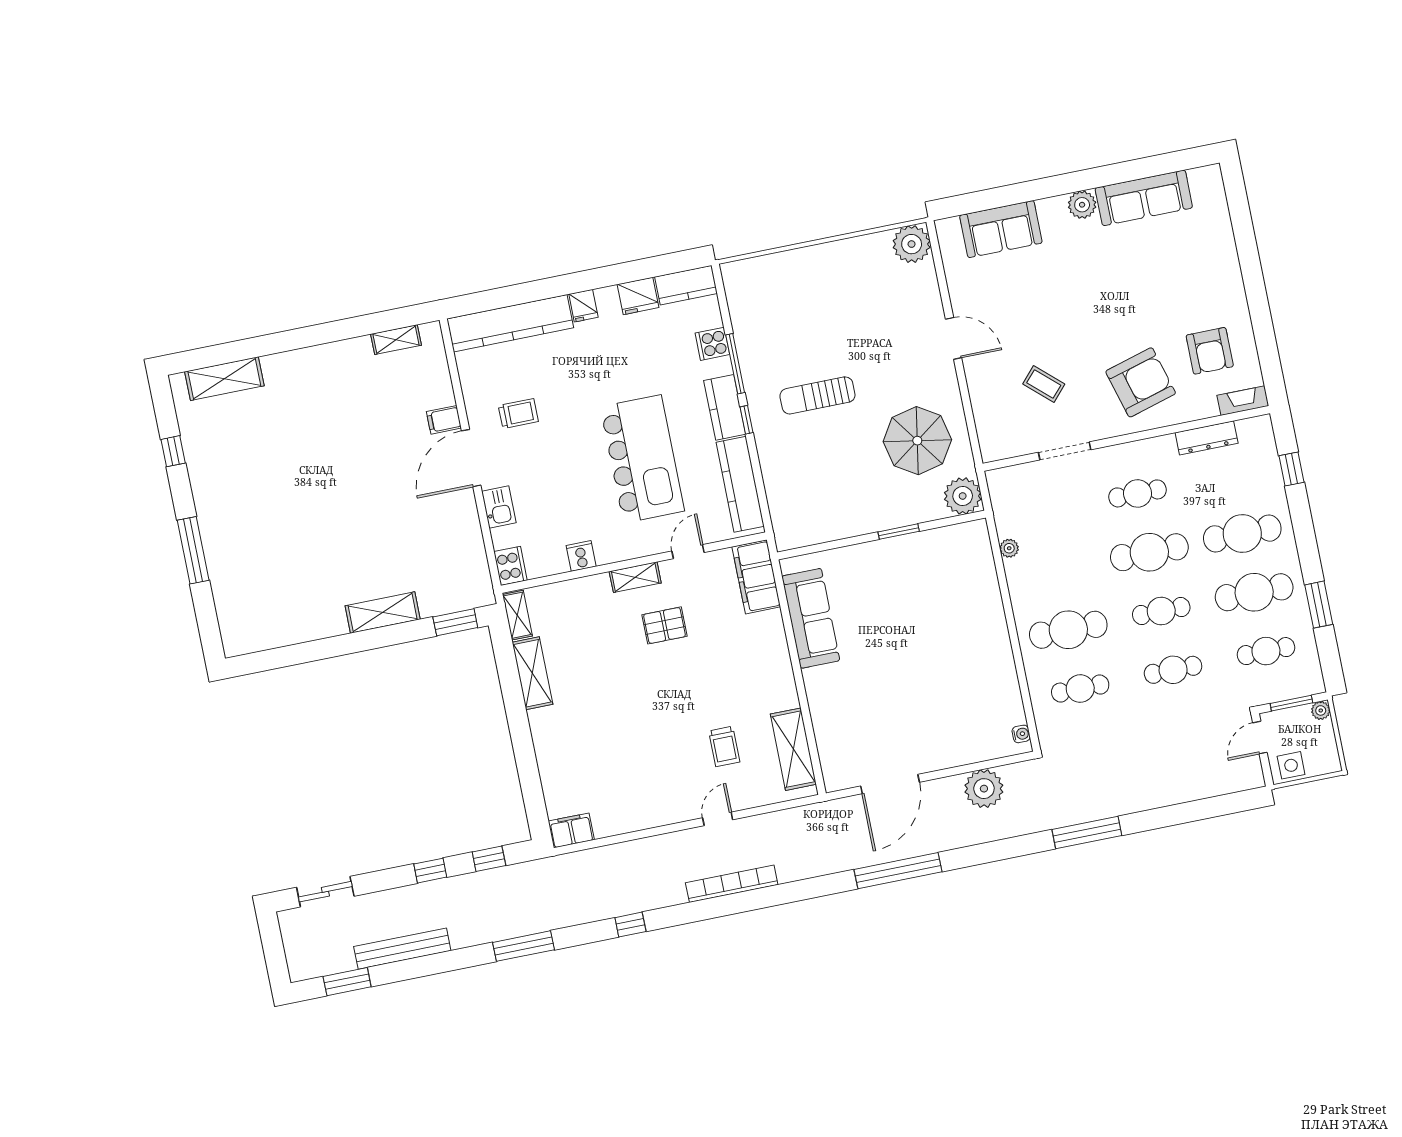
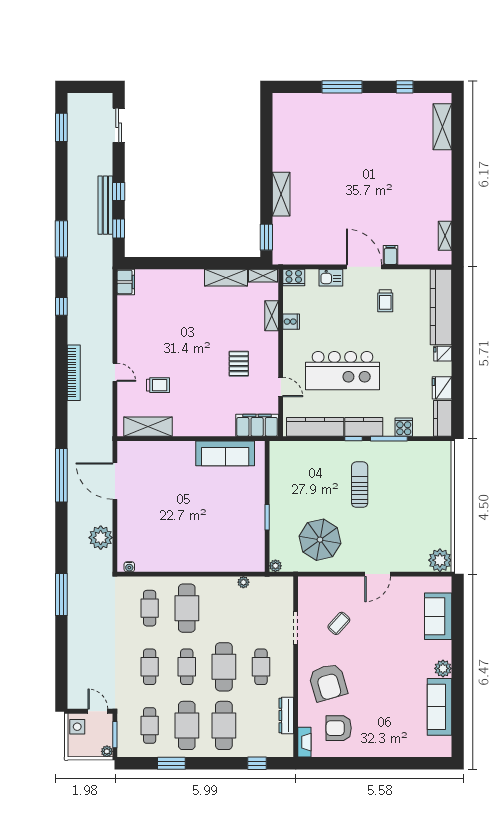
plant: (963, 496) -> (275, 566), width x0.53, depth x0.53
shelving: (635, 577) -> (272, 316), moved
trolley: (724, 746) -> (158, 385), turned 180
bench: (402, 949) -> (105, 205), moved

